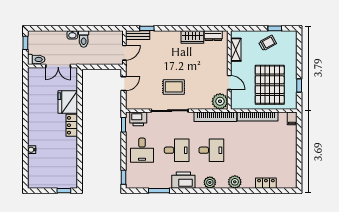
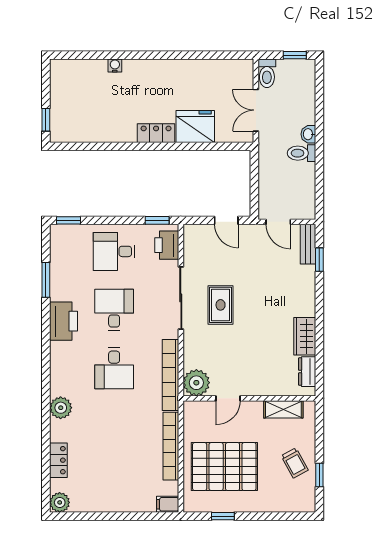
desk: (177, 150) -> (114, 310), turned 180
plant: (210, 182) -> (60, 502), moved

